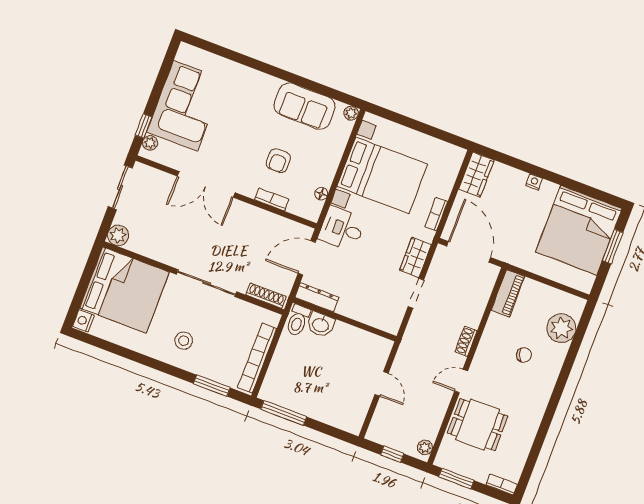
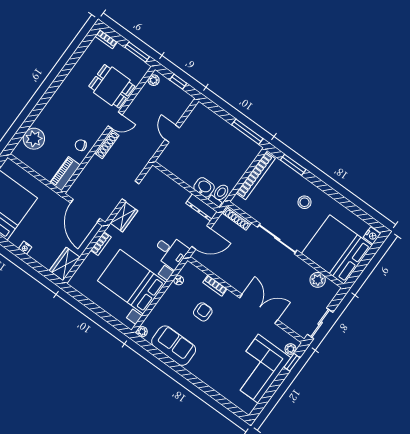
plant: (118, 235) -> (318, 280), moved
shoe rack: (466, 341) -> (107, 144), width x1.43
chair: (524, 355) -> (81, 145), moved

